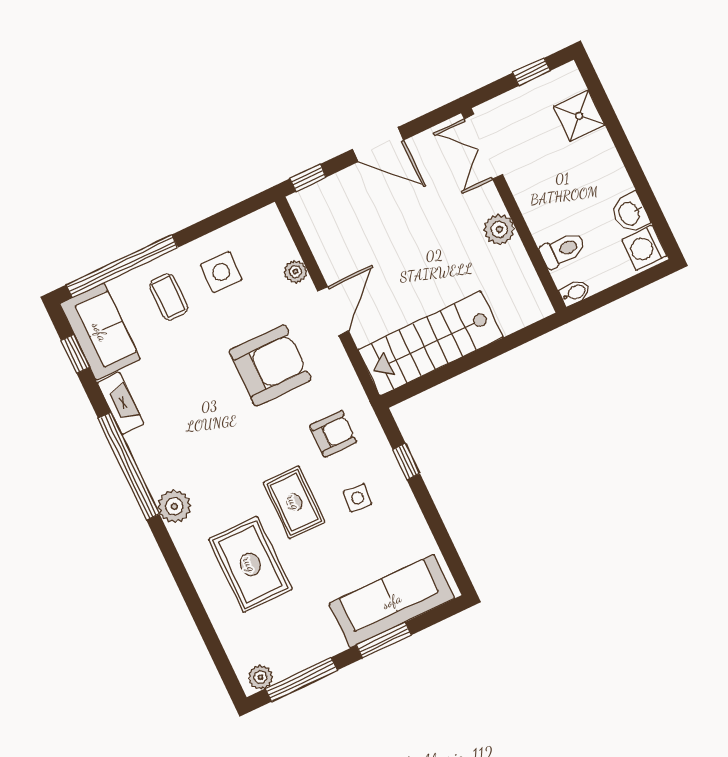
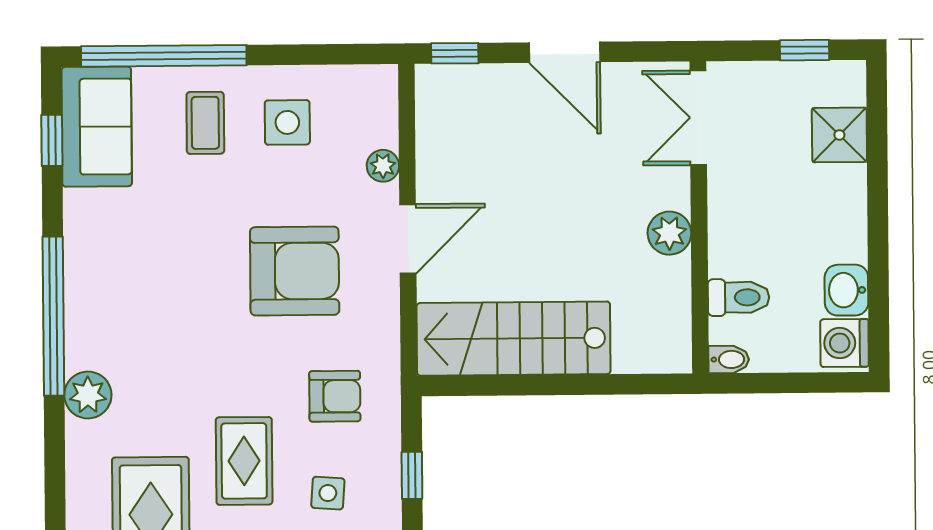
fireplace: (121, 403) -> (80, 231), removed

